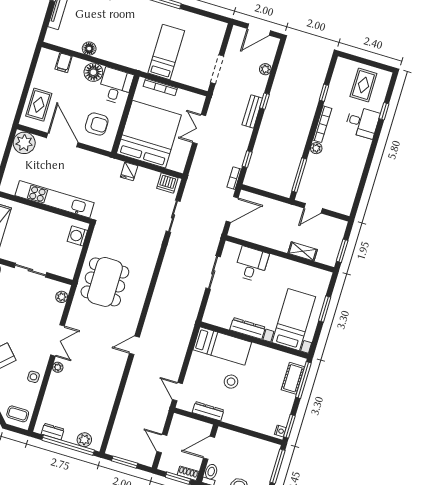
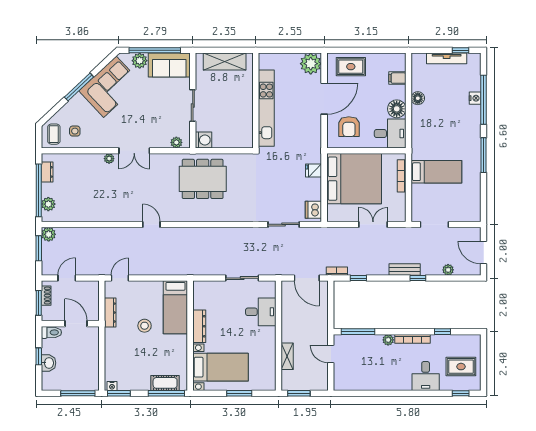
window: (384, 111) -> (461, 393), moved
washing machine: (77, 236) -> (204, 140), moved, turned 90
side table: (33, 377) -> (75, 131), moved
plant: (114, 448) -> (49, 234), added
shoe rack: (188, 473) -> (46, 296), moved

